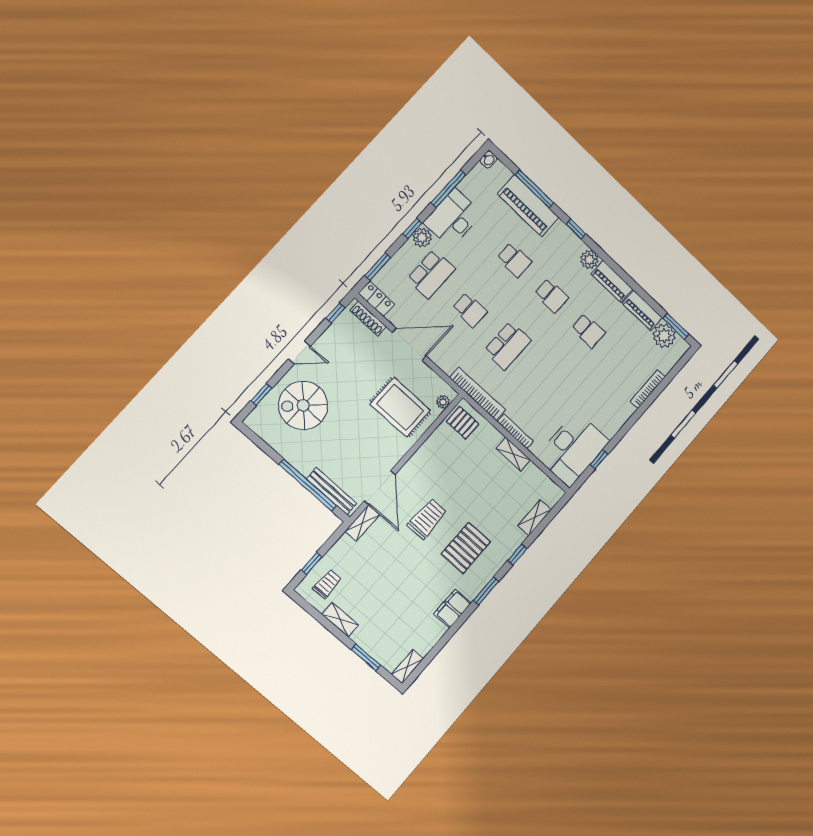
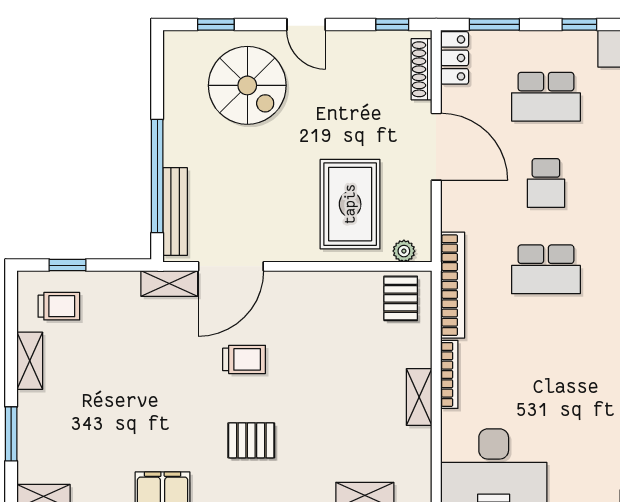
plant: (422, 238) -> (580, 46), removed
spiral stairs: (303, 405) -> (247, 85), turned 180
trolley: (427, 519) -> (244, 359), width x0.73, depth x0.72
pallet: (466, 548) -> (251, 440), width x0.67, depth x0.71

